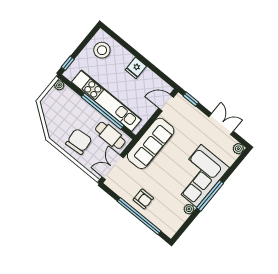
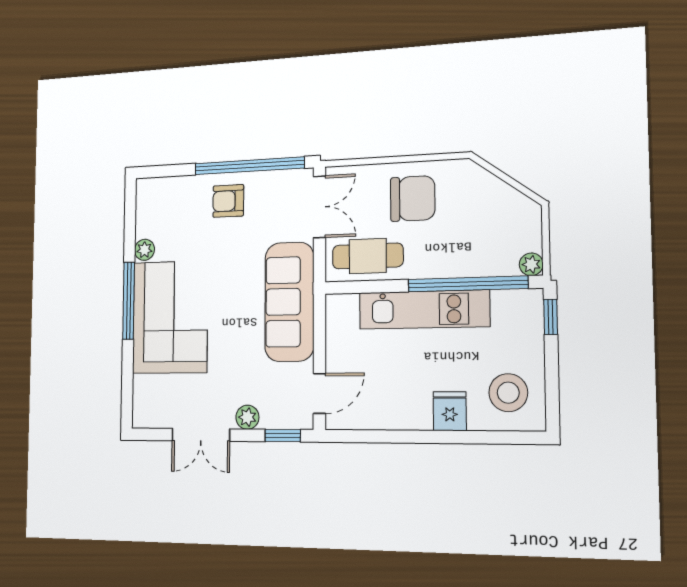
fridge: (136, 68) -> (450, 411), moved
kitchen unit: (107, 101) -> (424, 310), width x0.73
window: (103, 111) -> (467, 284), moved
chair: (79, 142) -> (413, 199), turned -85
plant: (238, 149) -> (247, 417), moved
window: (139, 216) -> (249, 166), moved

